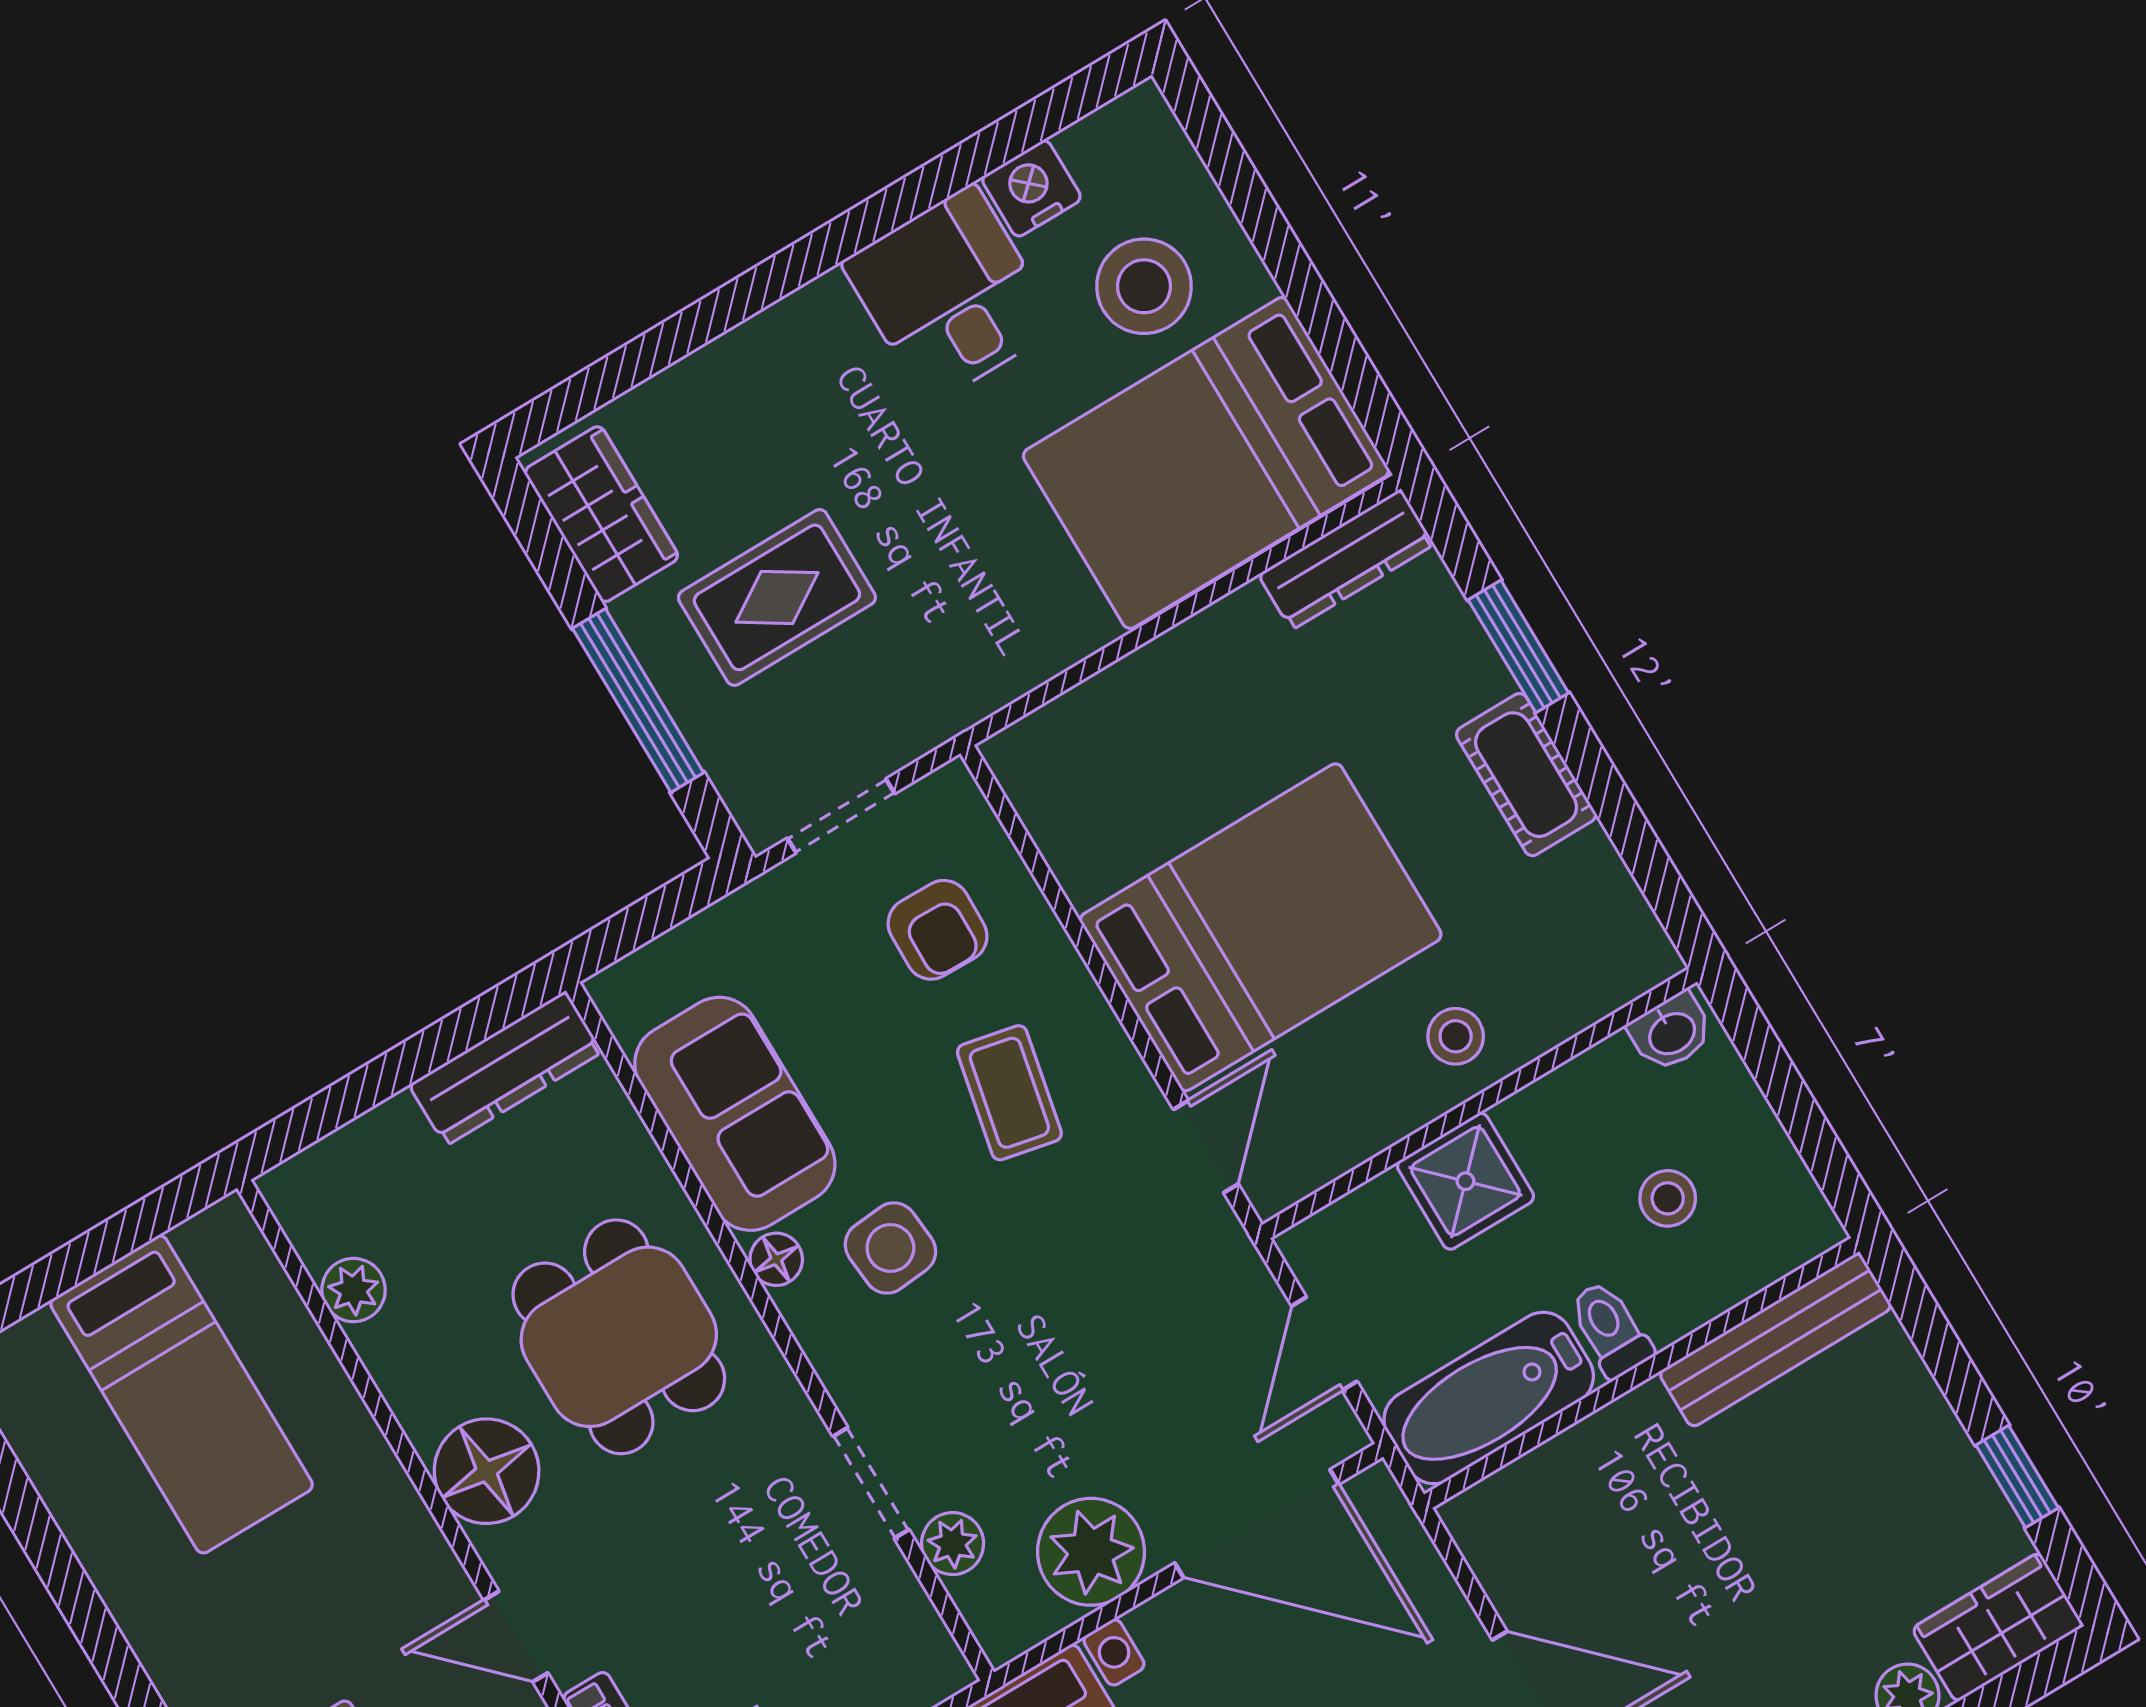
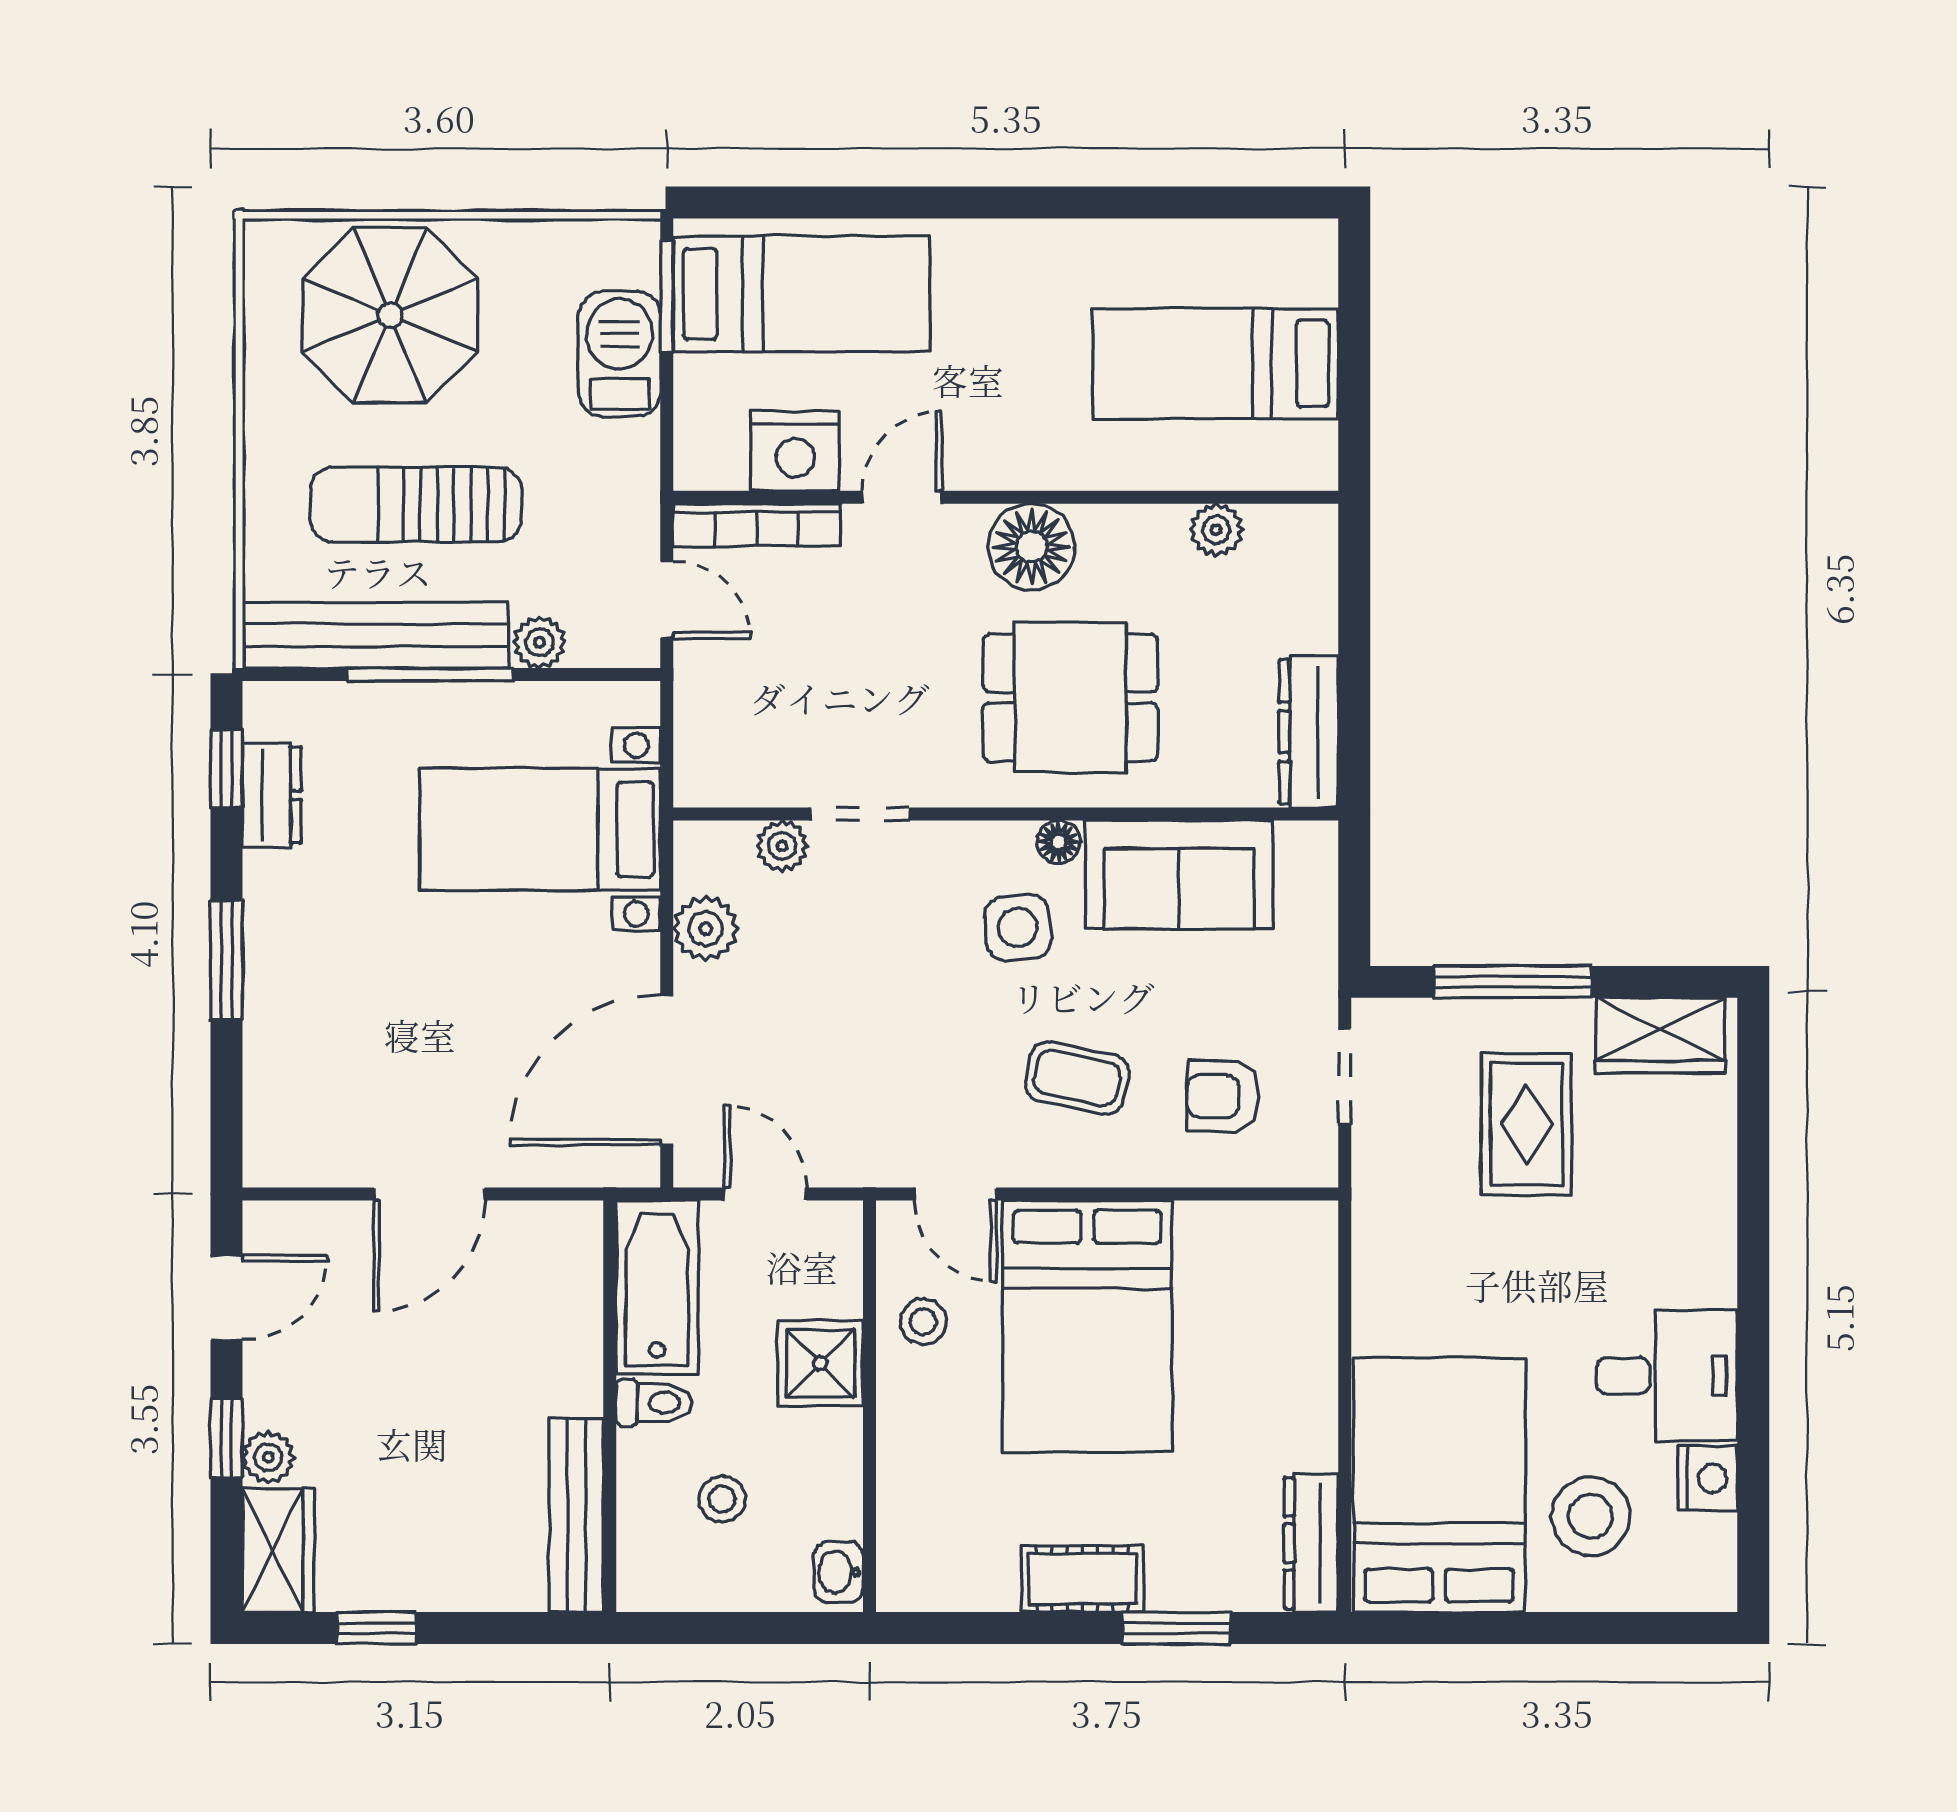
stool: (1456, 1036) -> (923, 1322), moved
plant: (1091, 1552) -> (706, 929), width x0.73, depth x0.73

